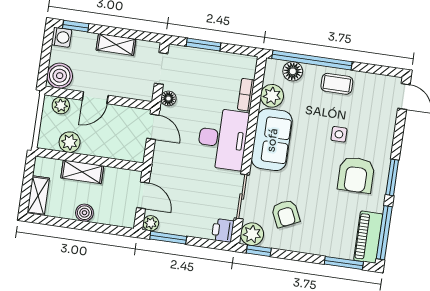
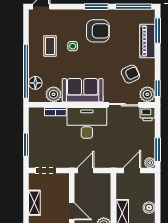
coffee table: (337, 84) -> (50, 46), moved
floor lamp: (168, 98) -> (65, 163), removed
piano: (368, 237) -> (147, 41), moved, turned 90

